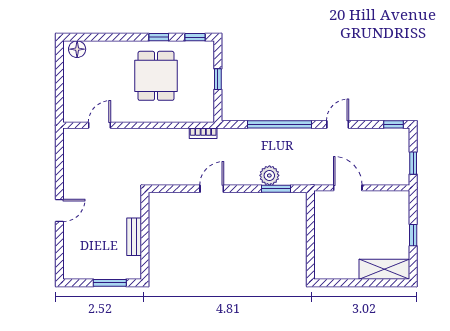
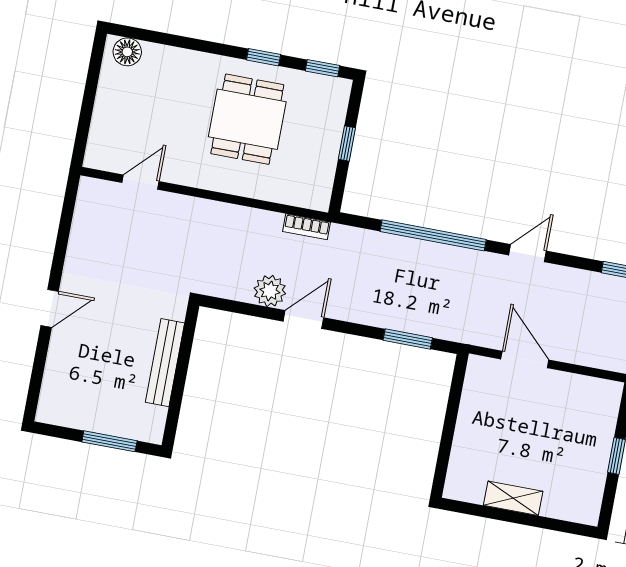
plant: (269, 175) -> (270, 291), moved
bench: (134, 237) -> (165, 363), width x1.36
shelving: (384, 269) -> (513, 498), moved, width x0.67, depth x0.75

